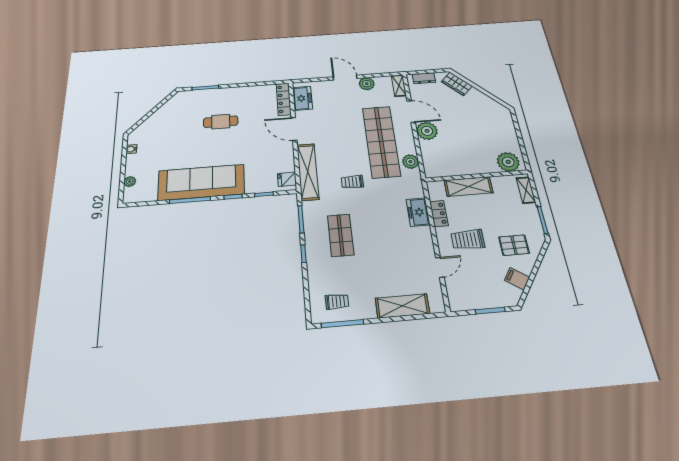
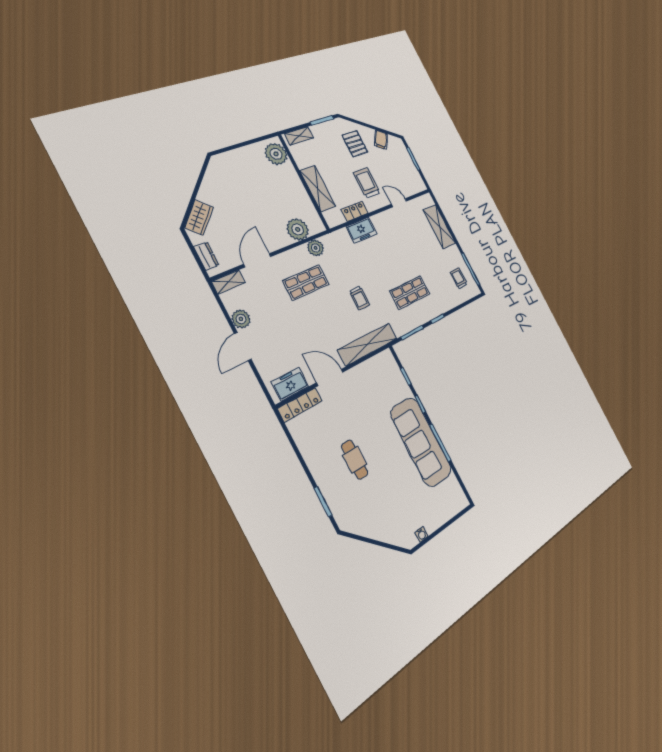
door: (294, 129) -> (330, 377), swing flipped
plant: (427, 131) -> (298, 229), moved
shop shelf: (381, 141) -> (306, 282), width x0.50, depth x0.74
fridge: (287, 179) -> (383, 361), removed
plant: (130, 182) -> (450, 512), removed
trolley: (468, 240) -> (367, 183), turned 180

